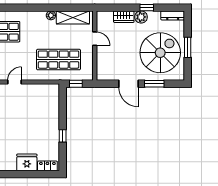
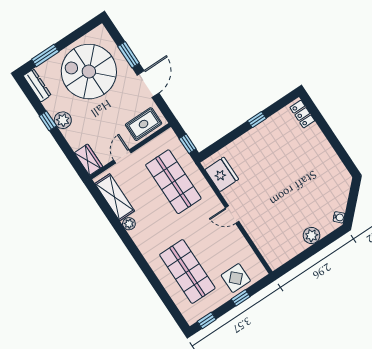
wardrobe: (124, 17) -> (89, 160), moved
window: (188, 47) -> (45, 55), moved
rug: (106, 65) -> (144, 124), added
fridge: (27, 162) -> (222, 174), moved, turned 180

